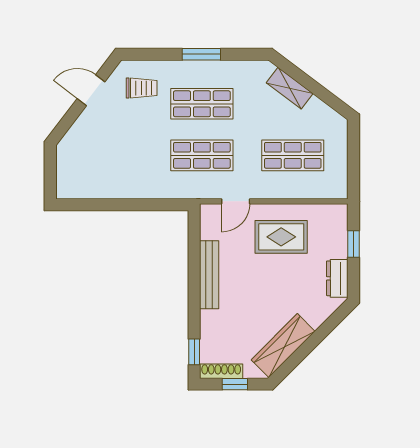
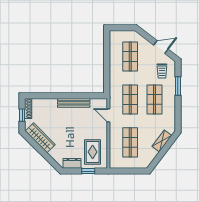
window: (201, 54) -> (178, 86), moved
door: (91, 90) -> (161, 47), hinge flipped
shop shelf: (111, 155) -> (130, 56), added
rug: (281, 237) -> (93, 152), moved
window: (194, 352) -> (37, 96), removed

